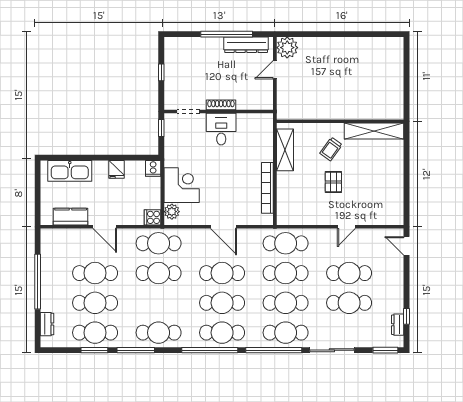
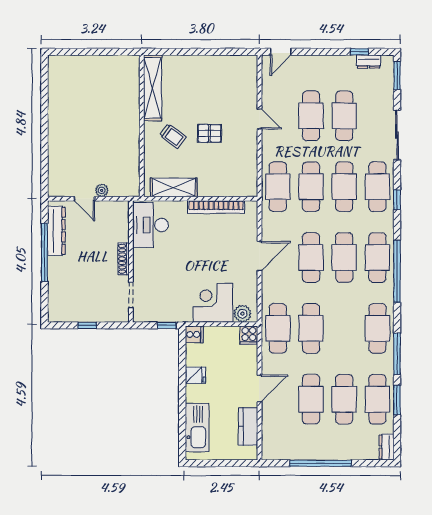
plant: (287, 48) -> (102, 190), moved, width x0.53, depth x0.53
window: (161, 128) -> (167, 325), moved
desk: (221, 129) -> (150, 225), moved, width x1.37
dresser: (47, 324) -> (387, 447), moved, turned -90
window: (274, 350) -> (397, 200), width x0.32

